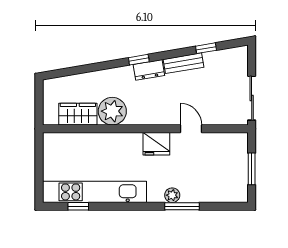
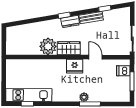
wardrobe: (78, 114) -> (69, 48), moved
dishwasher: (237, 151) -> (123, 71), added
kitchen unit: (94, 192) -> (29, 95), width x0.73

